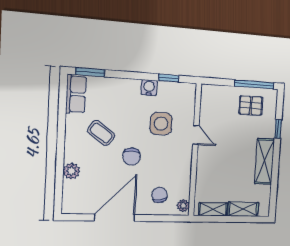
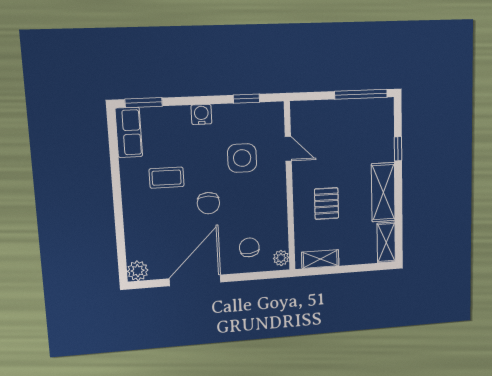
water cooler: (149, 88) -> (201, 114), moved
pallet: (251, 106) -> (327, 204), moved, turned 90
coffee table: (101, 133) -> (167, 178), turned -36
door: (196, 135) -> (288, 149), moved
plant: (71, 171) -> (138, 271), moved
shelving: (243, 209) -> (386, 243), moved, turned 90

